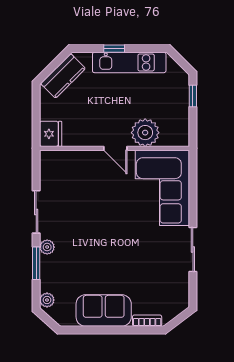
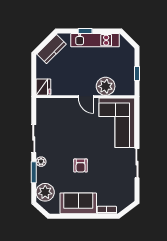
window: (193, 96) -> (137, 74), moved
armchair: (107, 253) -> (81, 165), added
plant: (47, 300) -> (45, 192), width x1.88, depth x1.88

